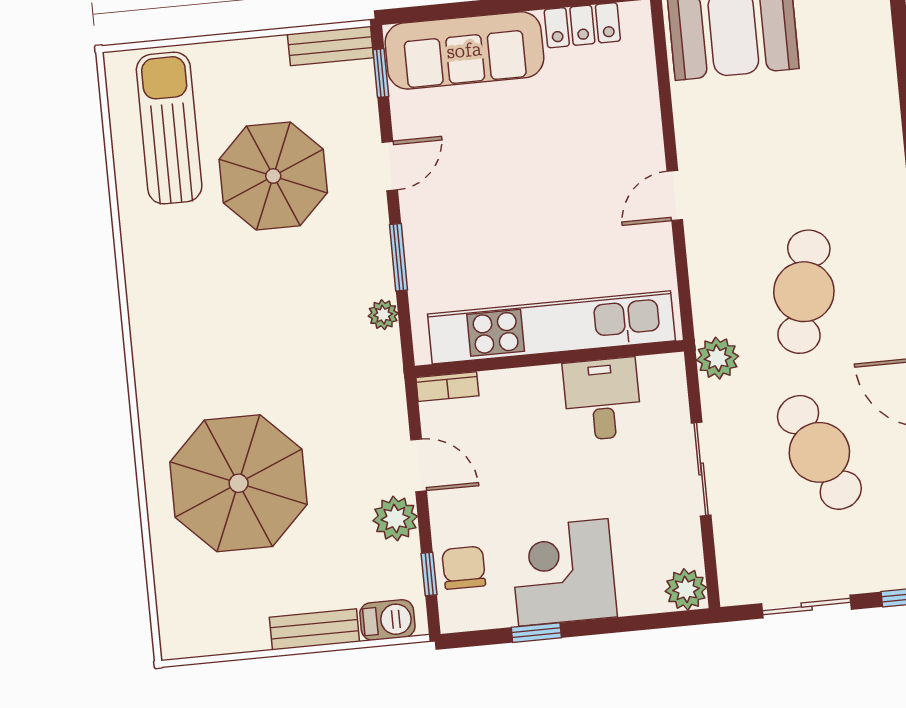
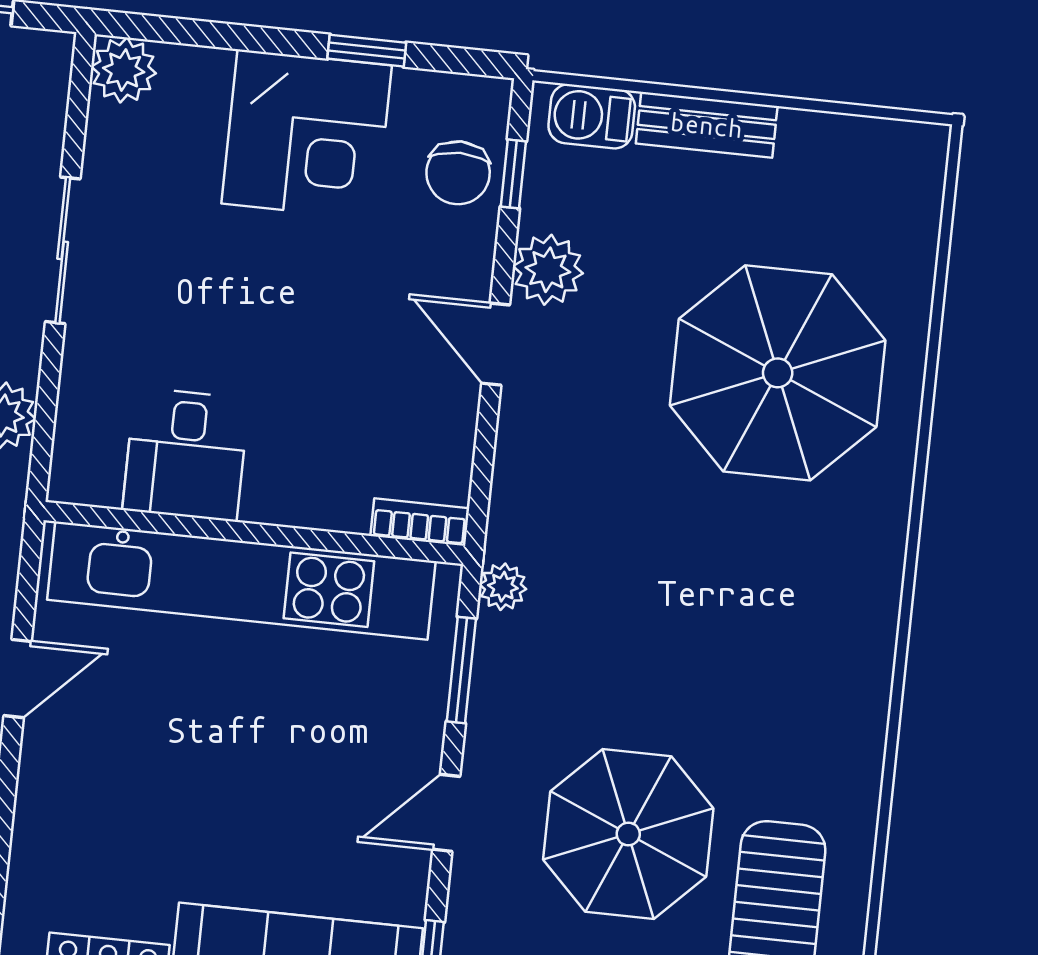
kitchen unit: (551, 327) -> (241, 580), moved
wall: (549, 359) -> (254, 533), moved
bookcase: (447, 387) -> (420, 522), moved
desk: (602, 399) -> (186, 454), moved

